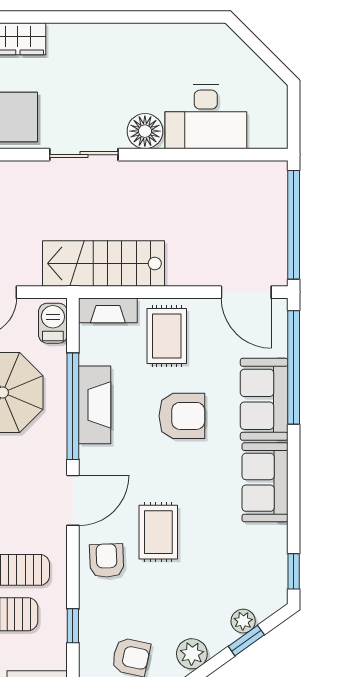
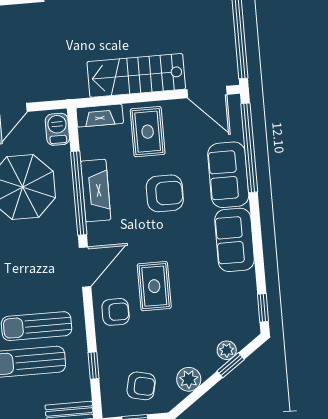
stairs: (104, 263) -> (136, 75), moved
armchair: (107, 561) -> (116, 312), turned 92

